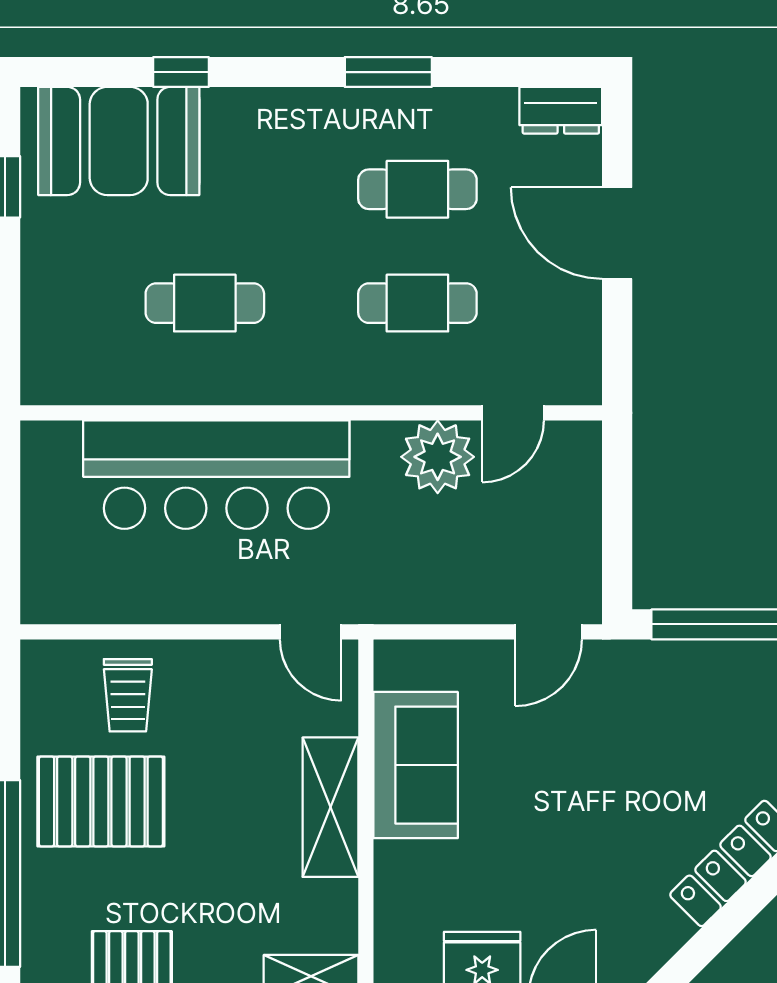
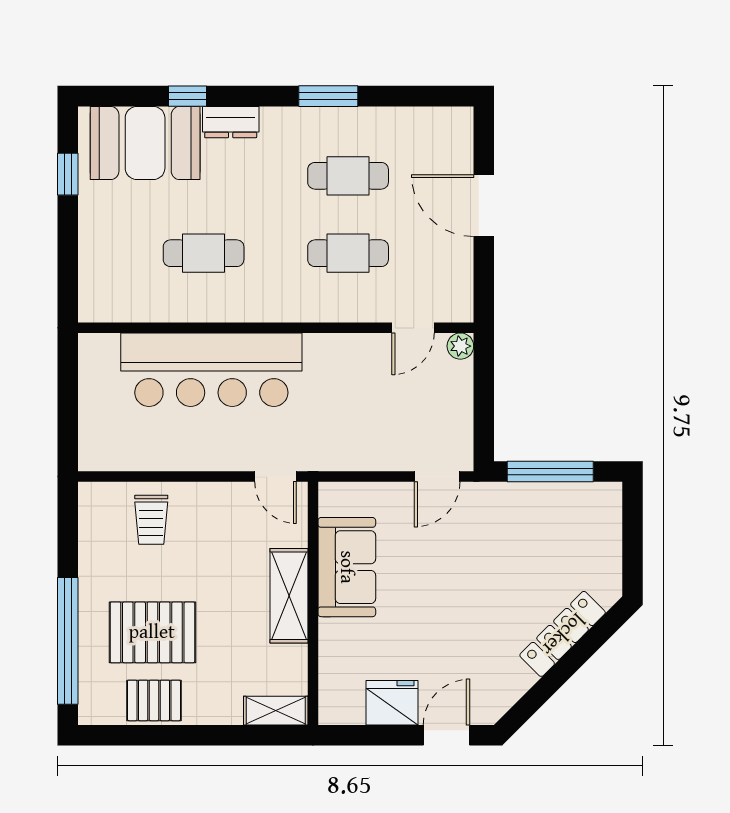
dresser: (561, 110) -> (231, 122), moved
plant: (438, 457) -> (460, 346), moved, width x0.53, depth x0.53
pallet: (101, 801) -> (152, 632), moved

